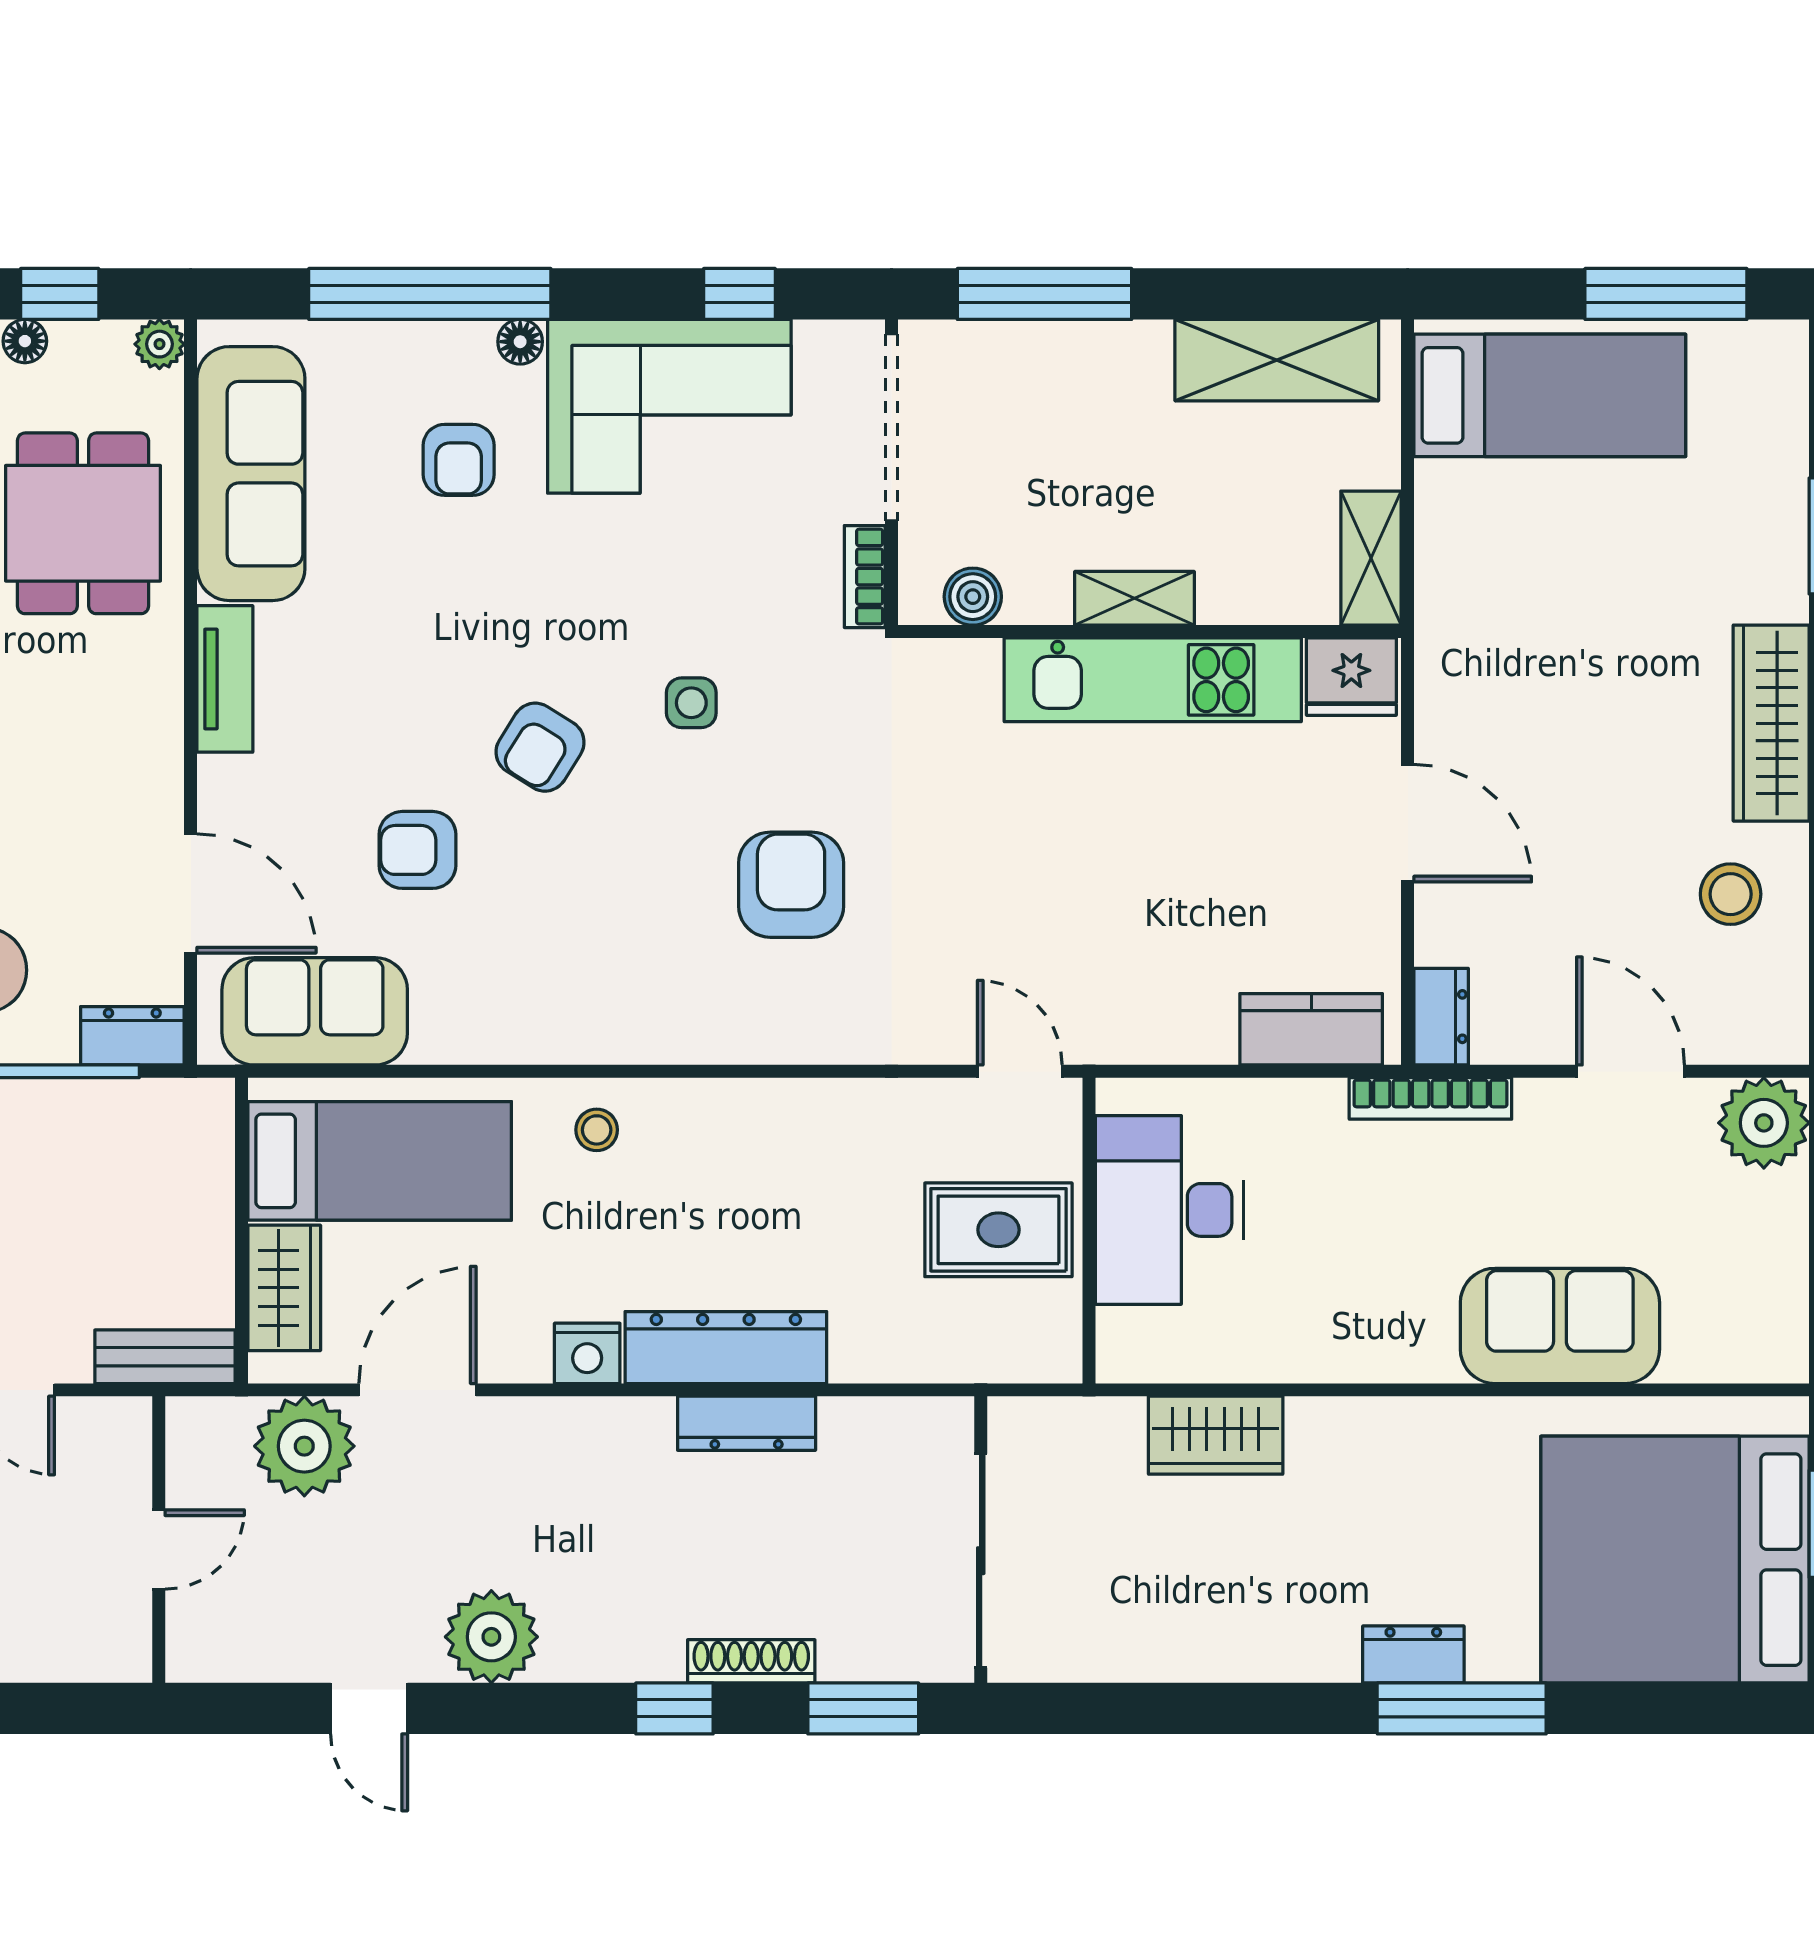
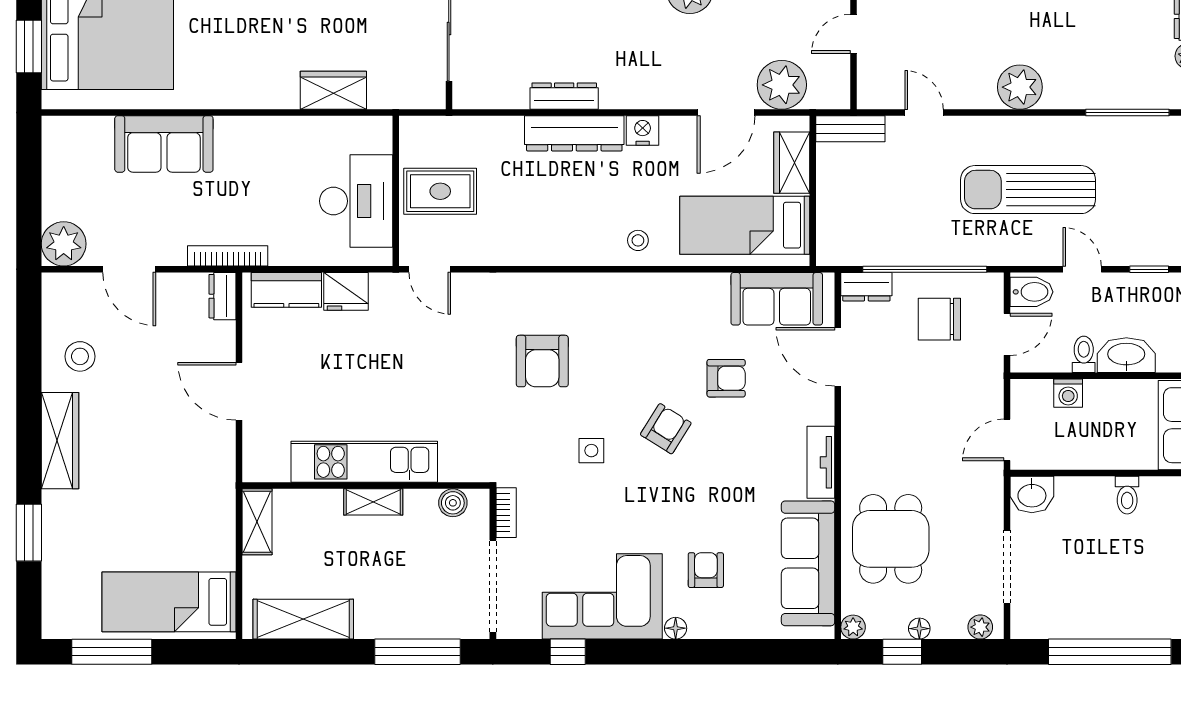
window: (430, 294) -> (720, 652), removed
fridge: (1351, 677) -> (346, 291), moved, turned 180

